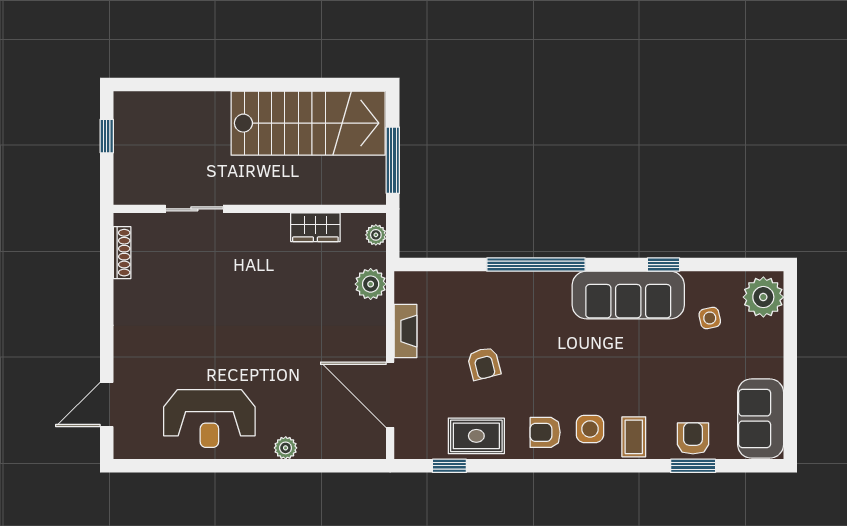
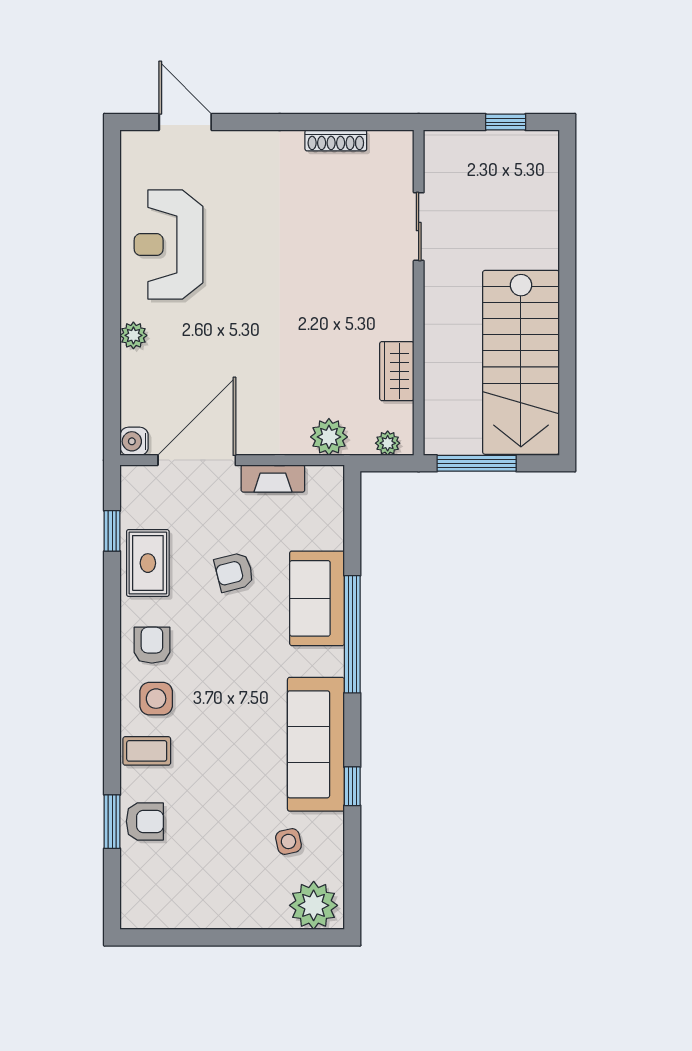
shoe rack: (122, 253) -> (336, 140), moved
sofa: (761, 418) -> (317, 598), moved, turned -90
water cooler: (374, 447) -> (134, 441), added

